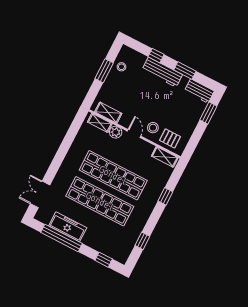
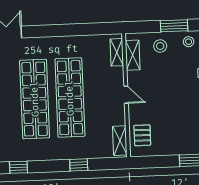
stool: (153, 128) -> (160, 46), moved
plant: (116, 132) -> (117, 75), removed
door: (134, 134) -> (126, 95), hinge flipped

